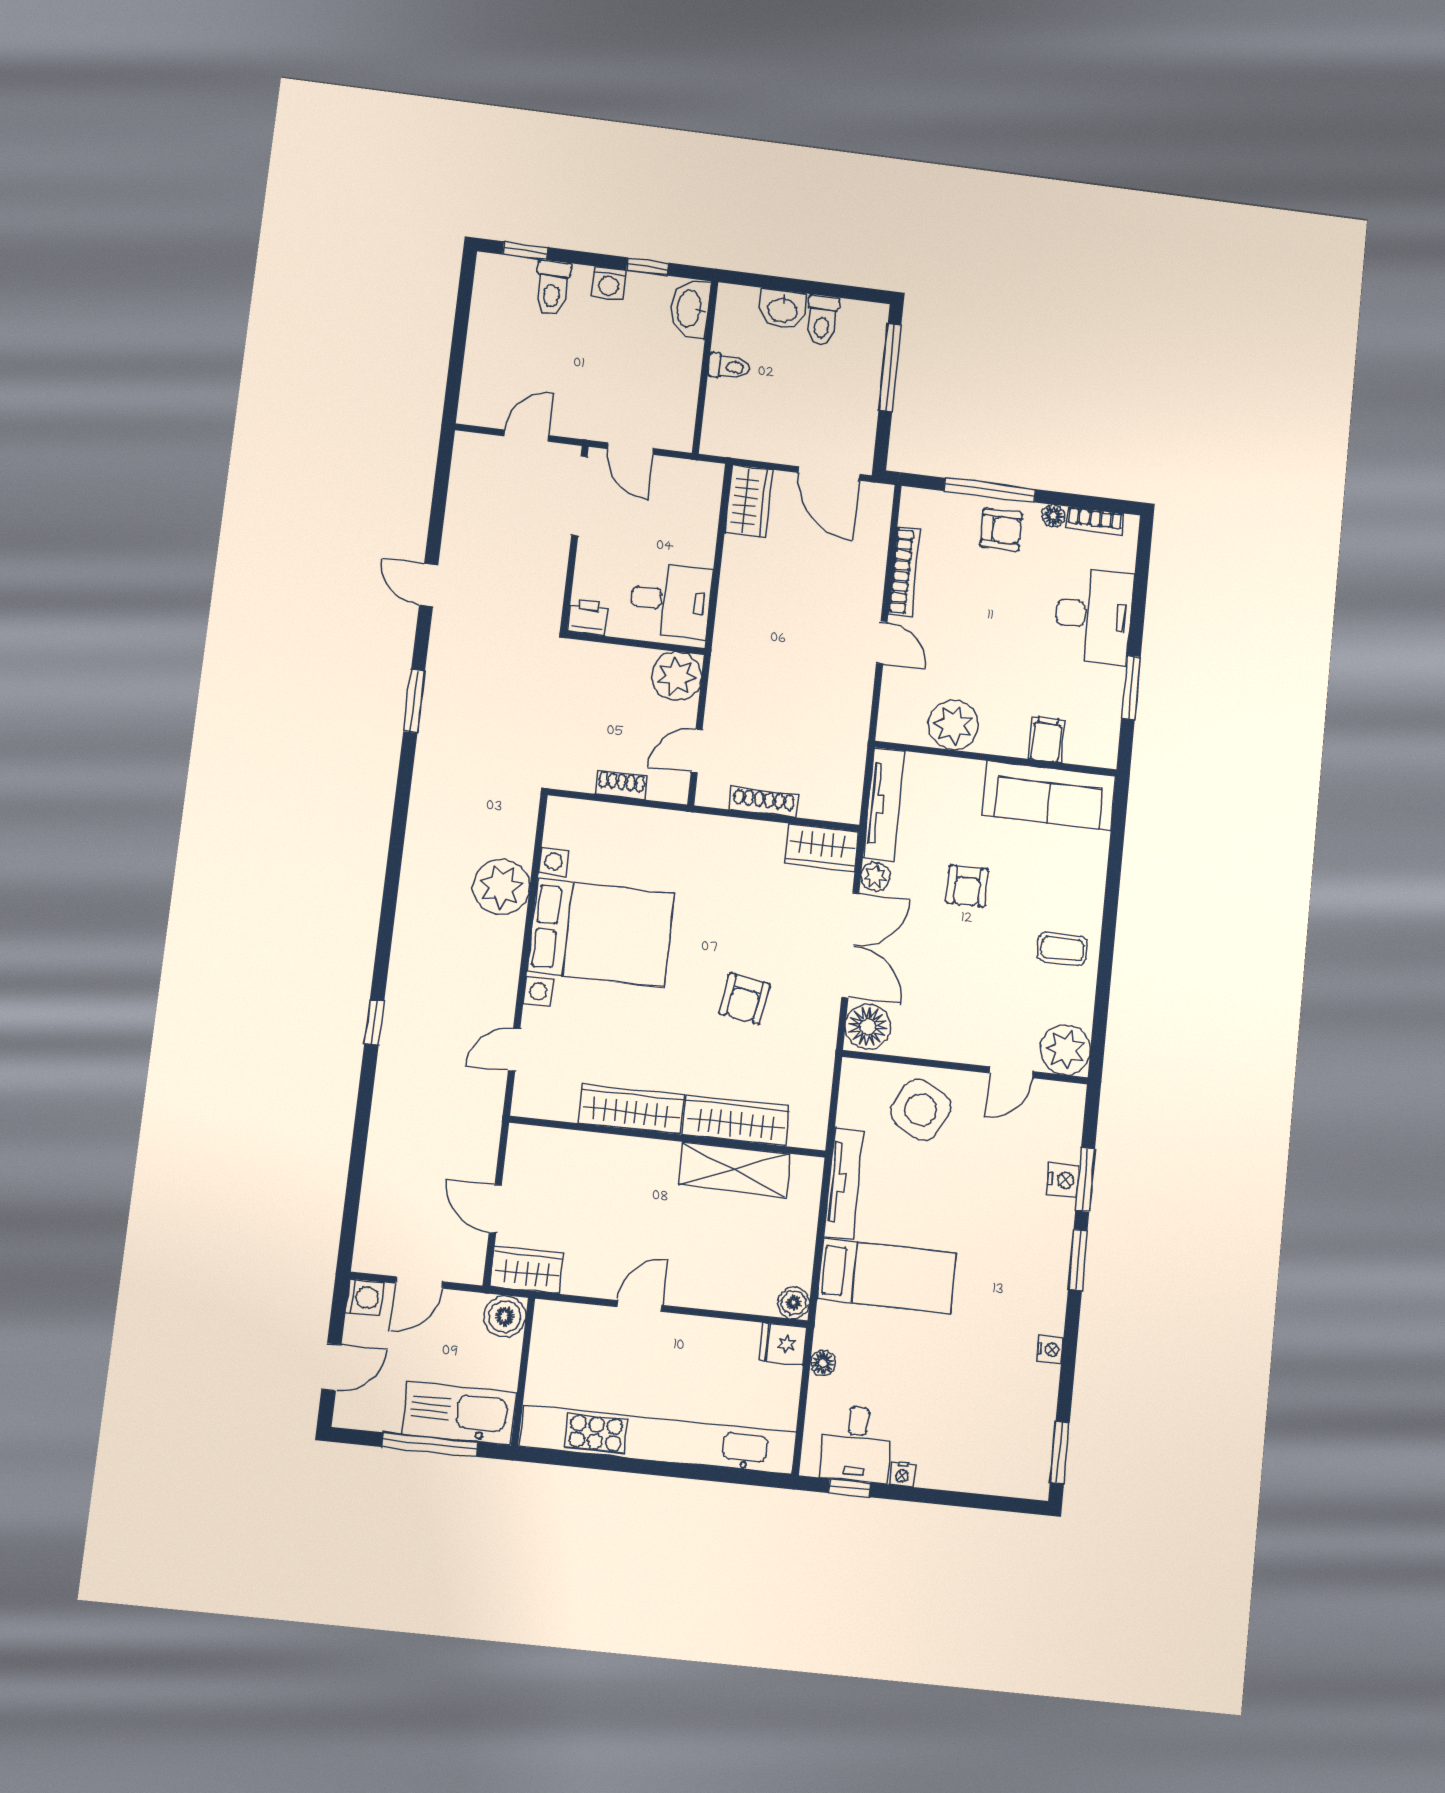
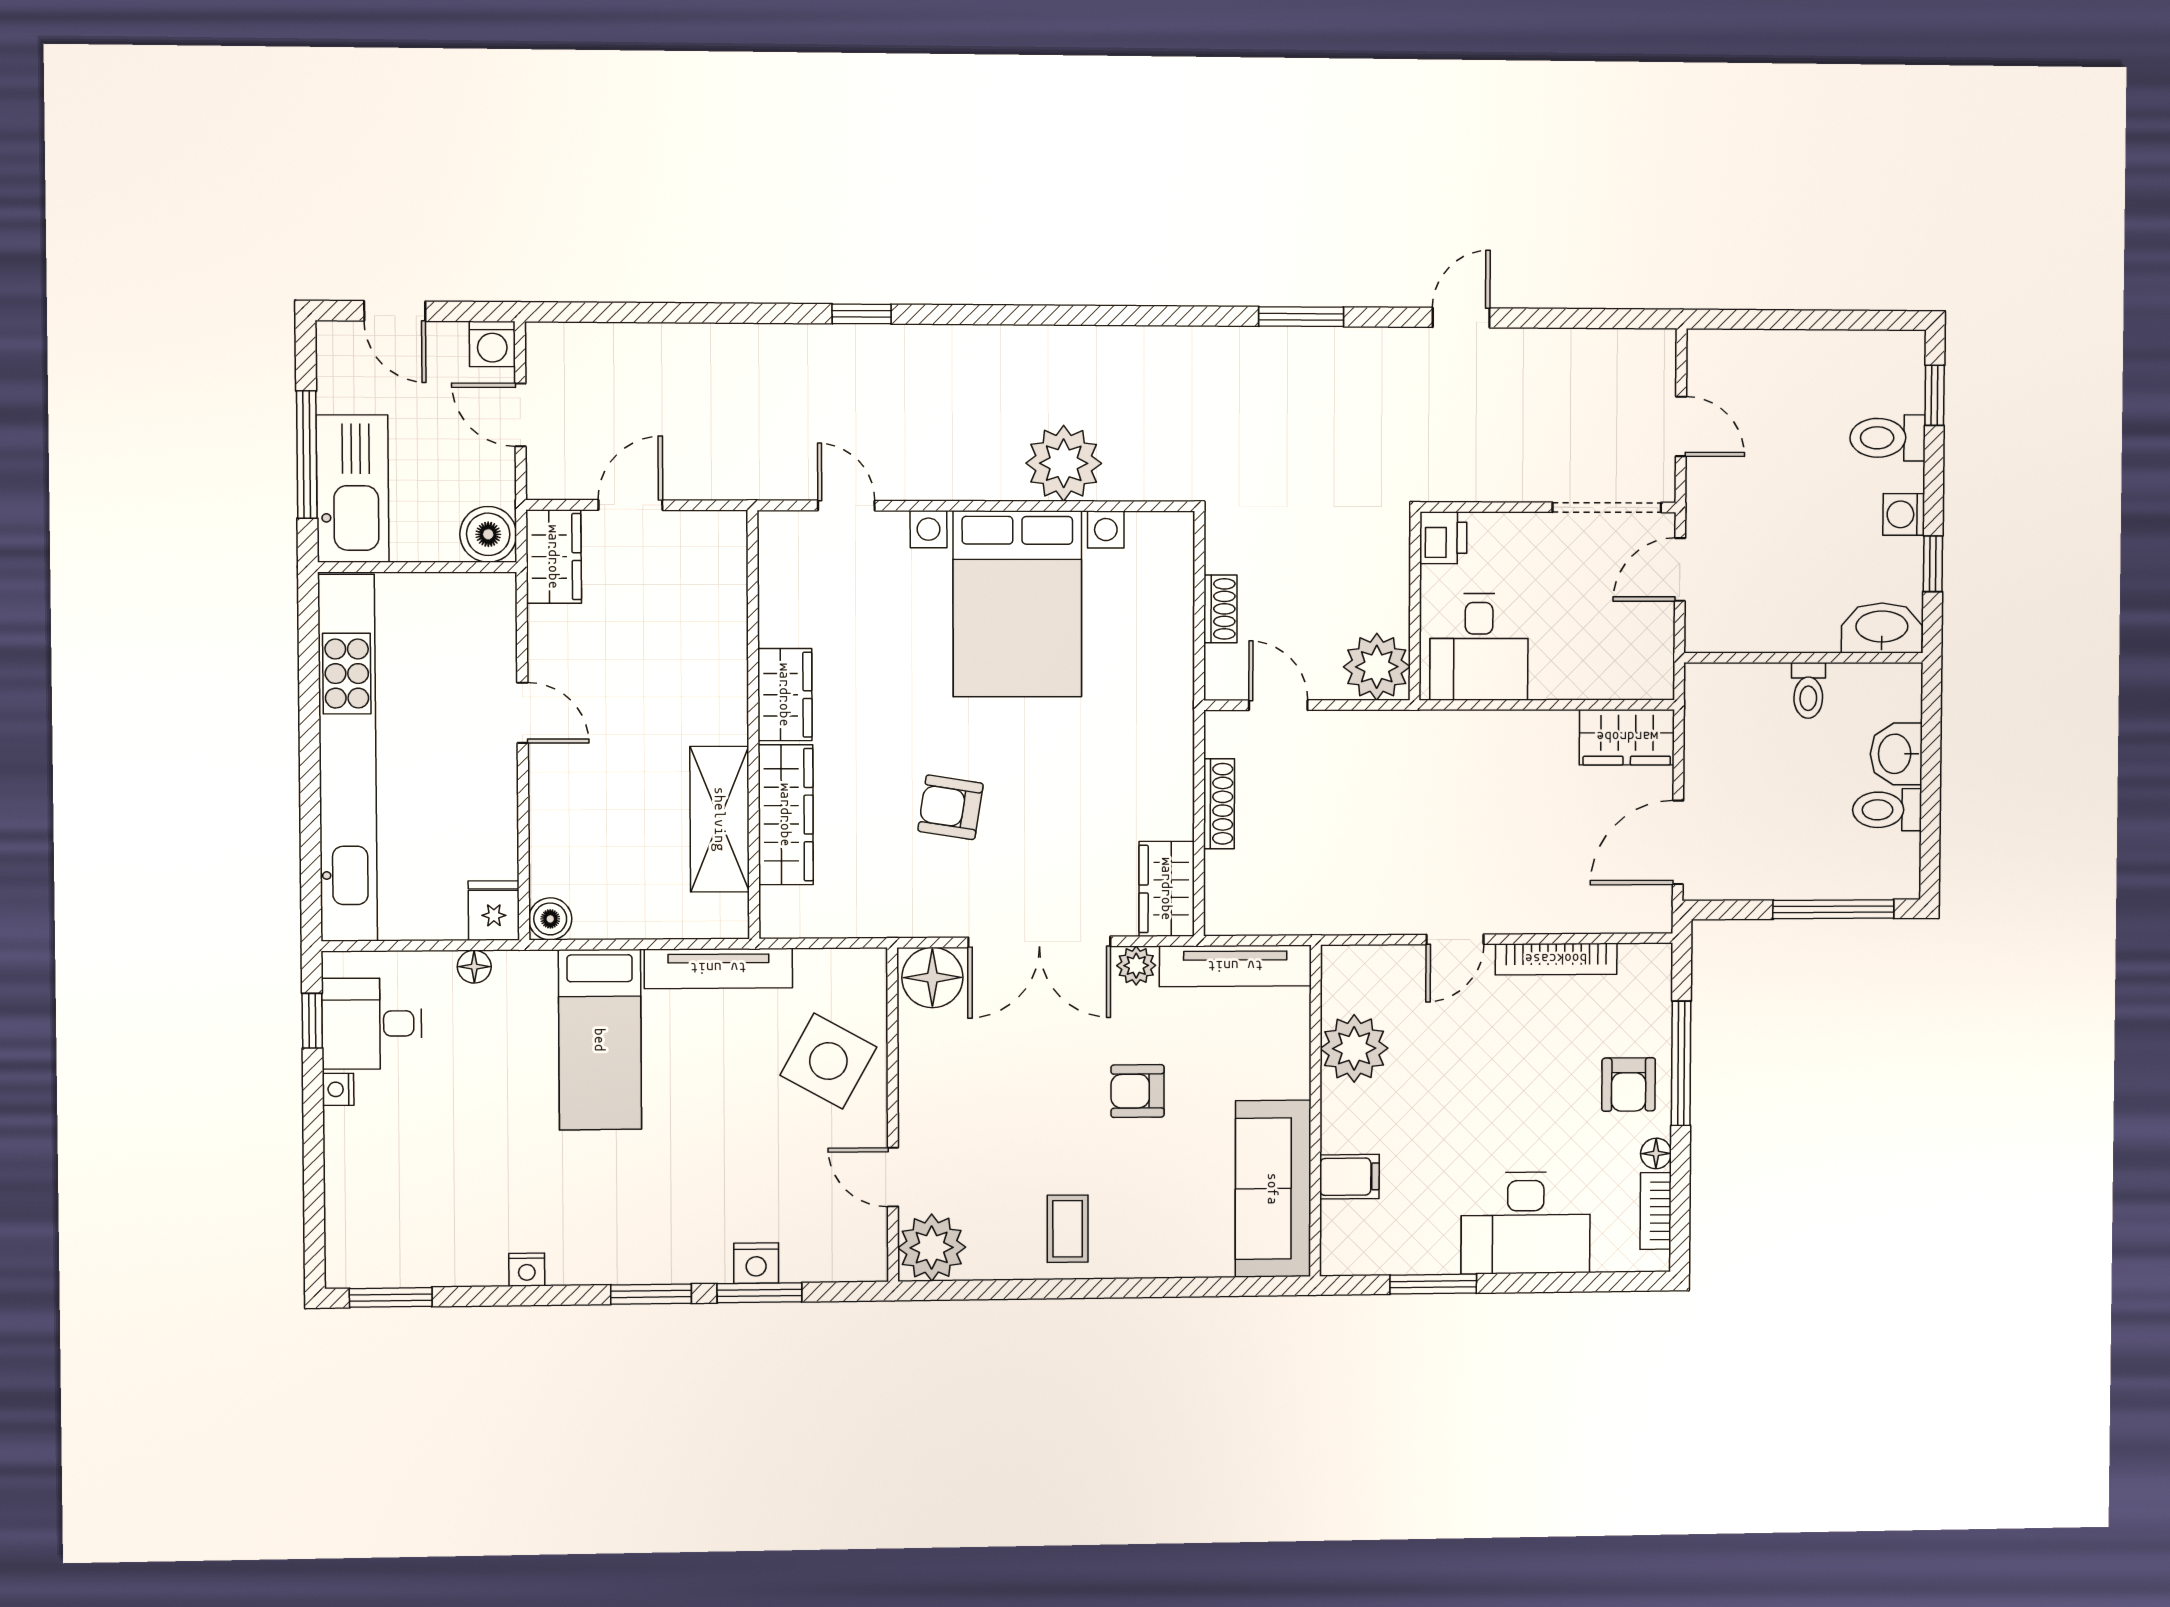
wardrobe: (631, 1109) -> (785, 695), width x0.67

